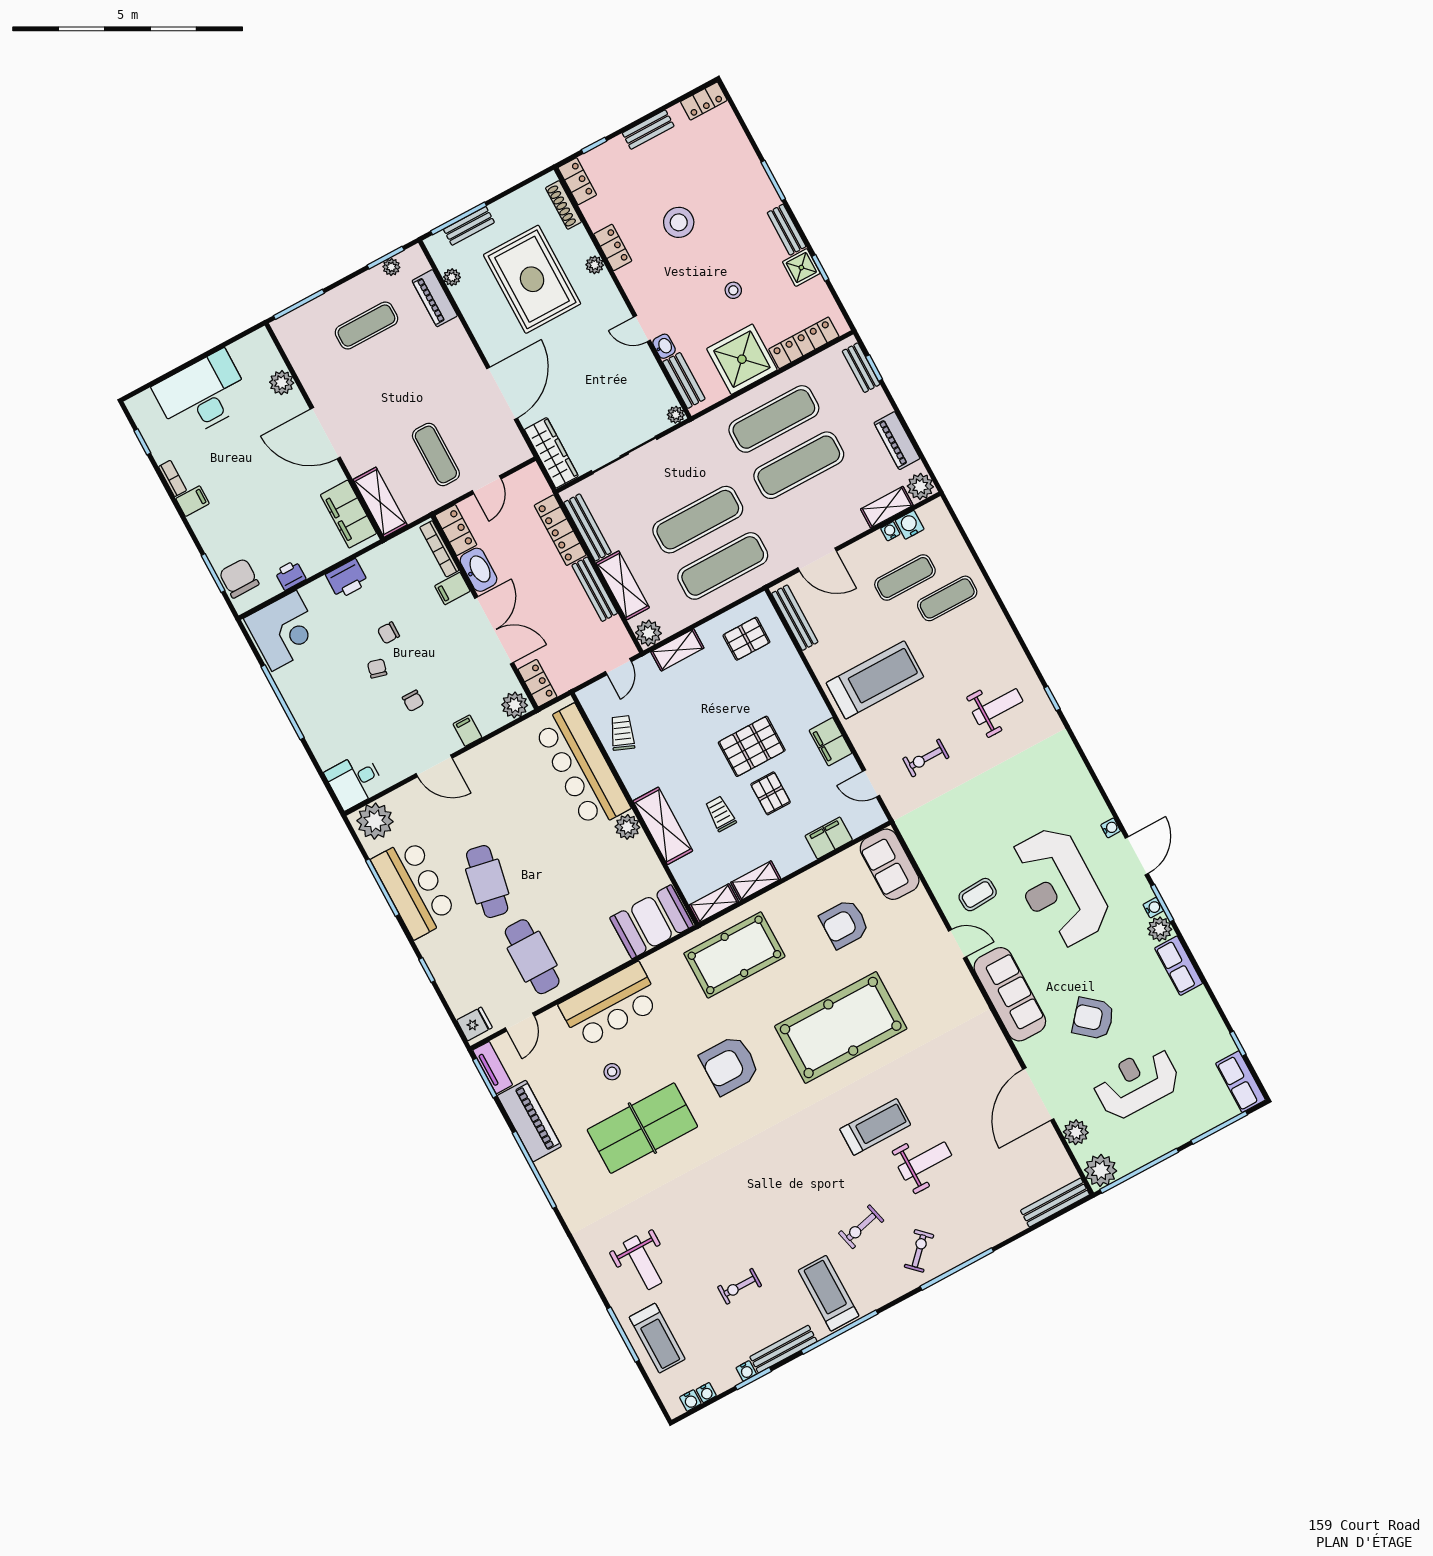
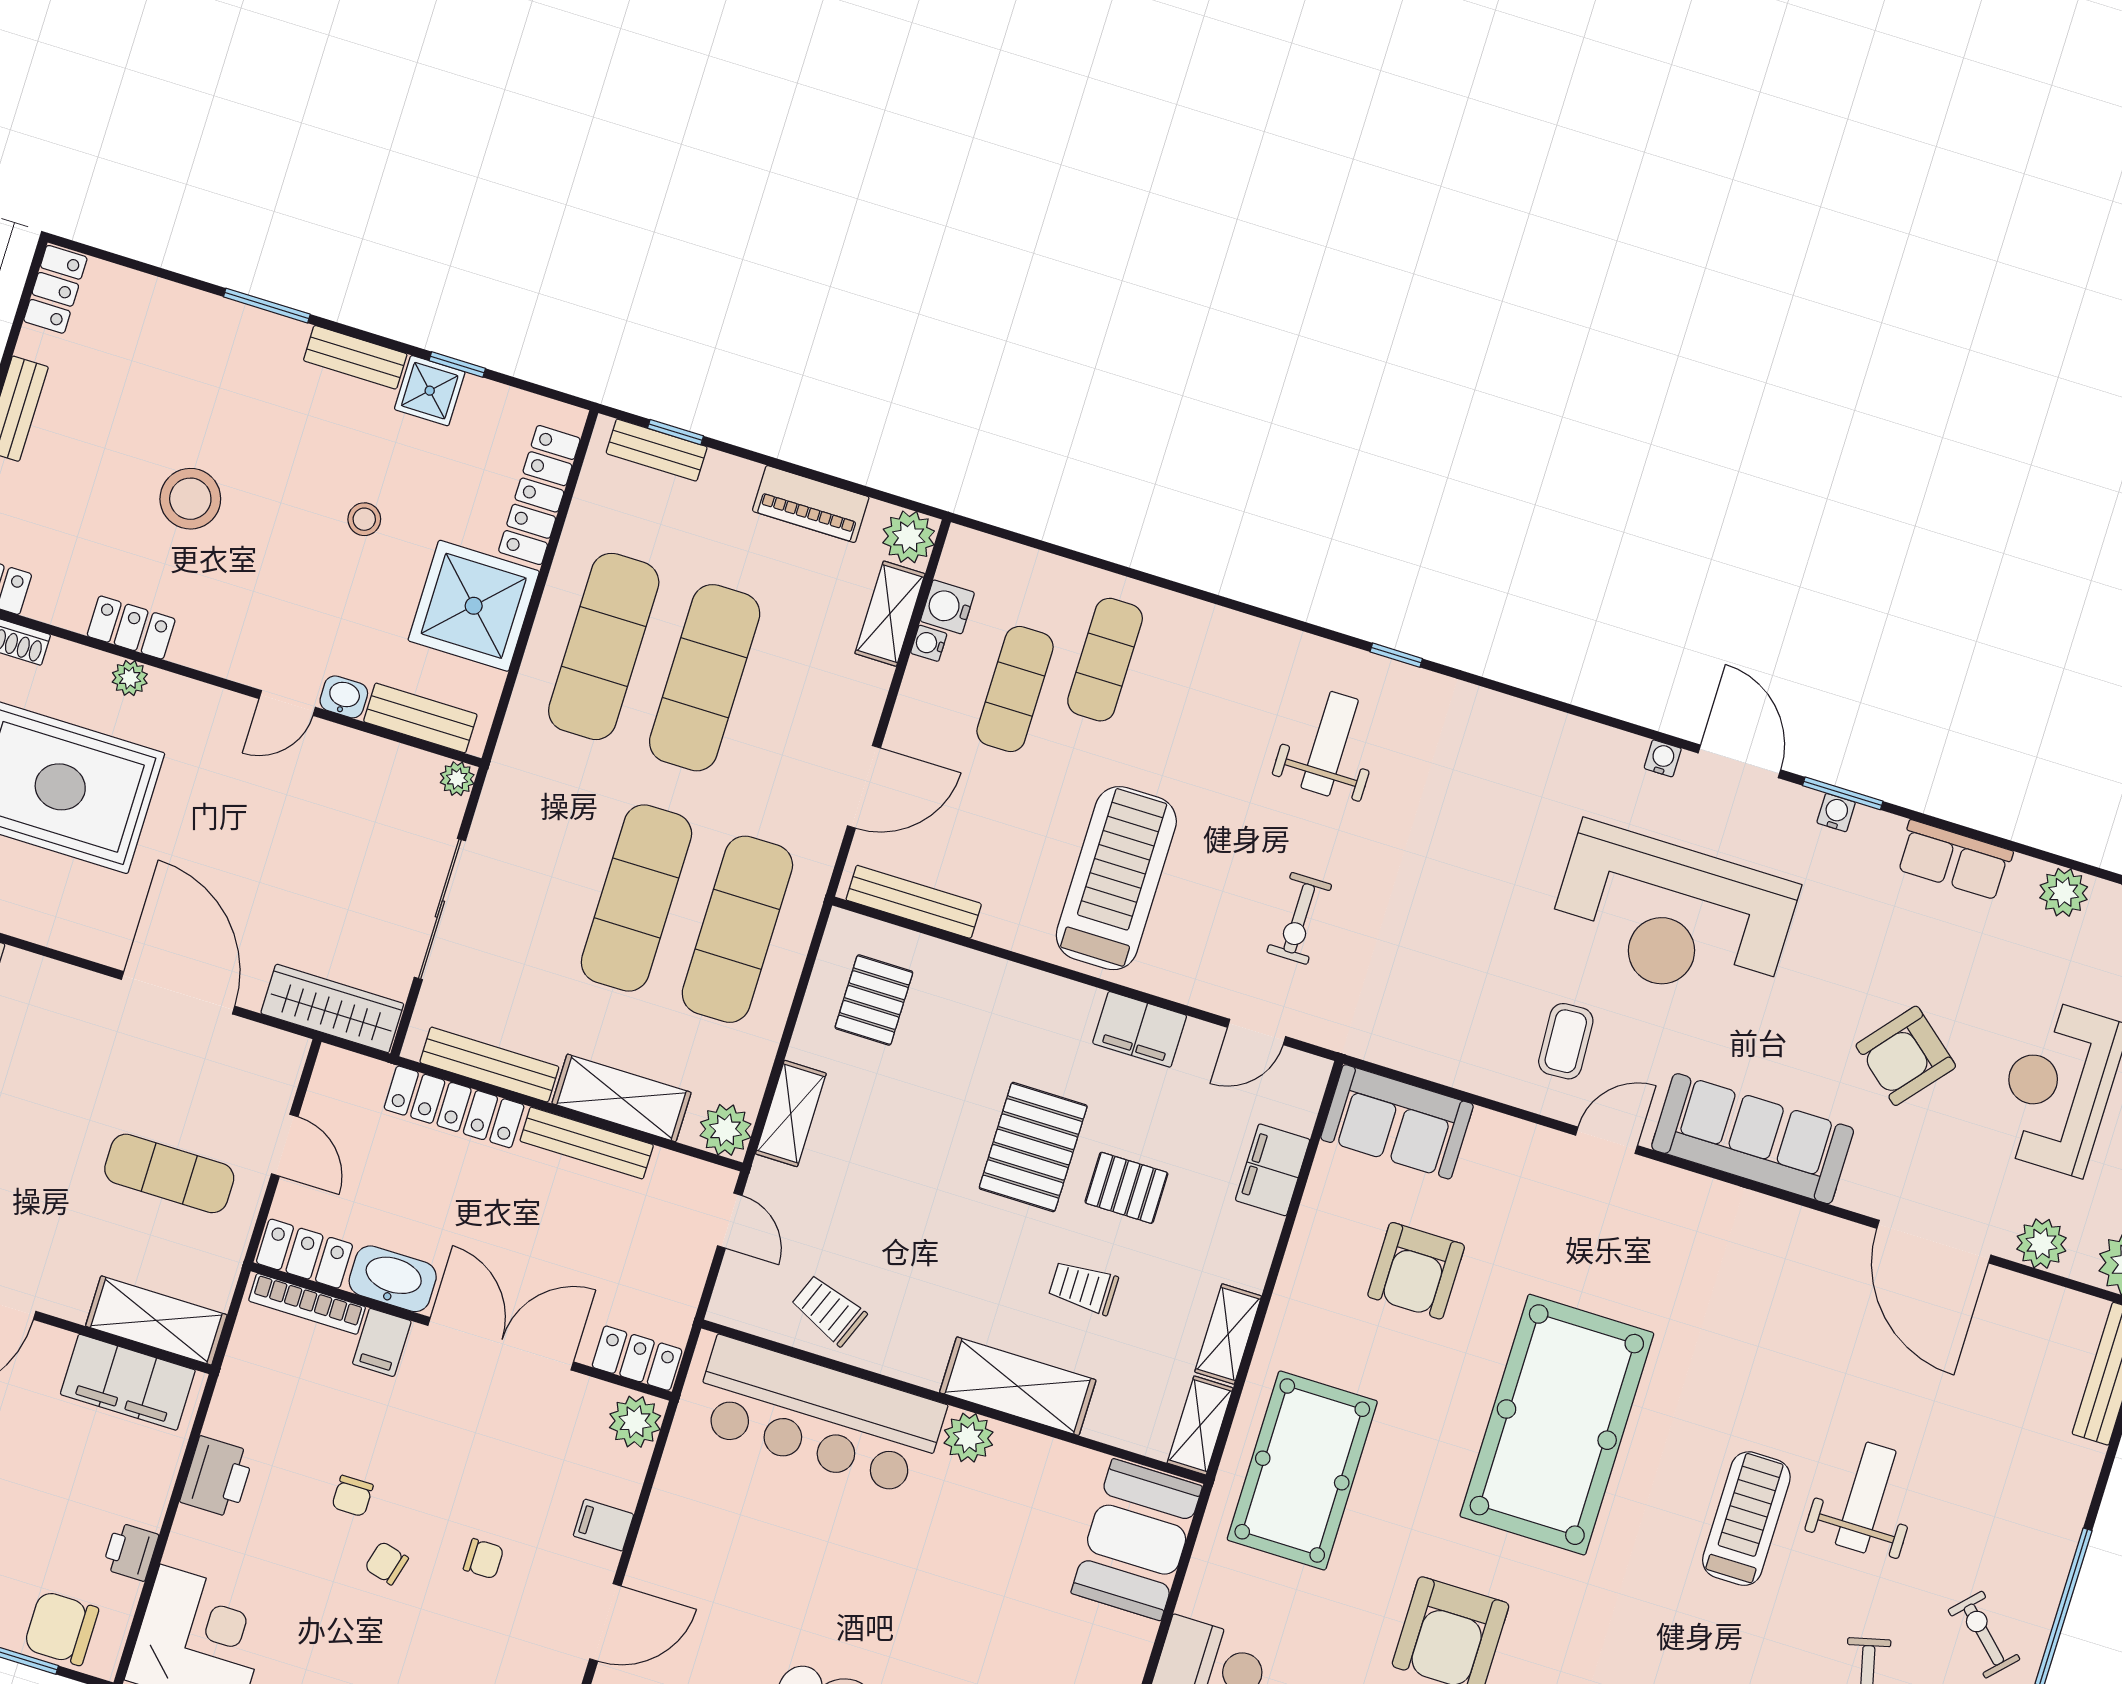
plant: (1160, 929) -> (2064, 892), moved

